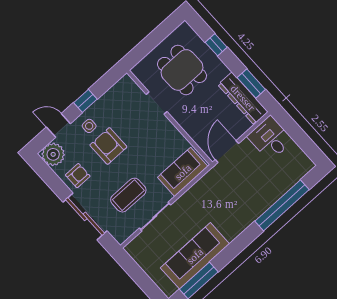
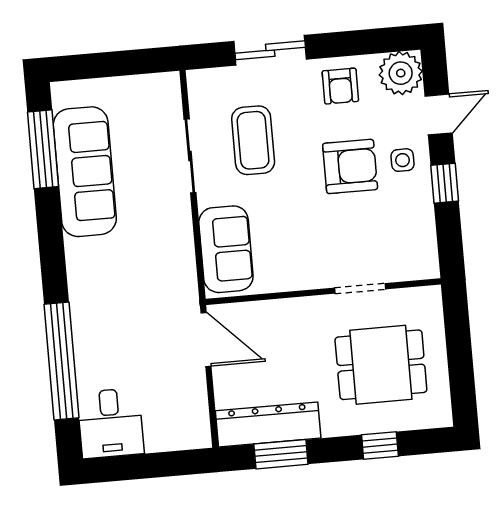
desk: (270, 138) -> (110, 423), moved, turned 90
sliding door: (85, 216) -> (270, 50), width x0.73

